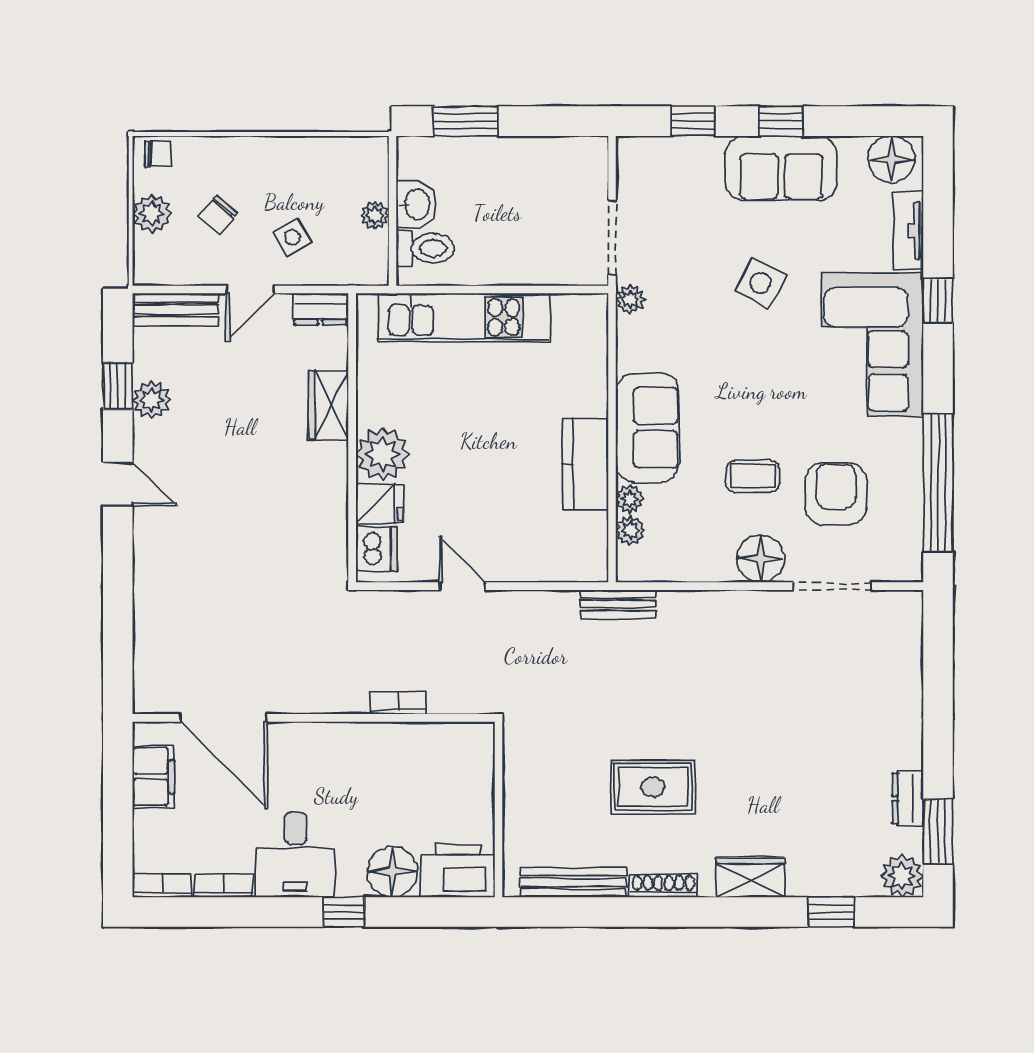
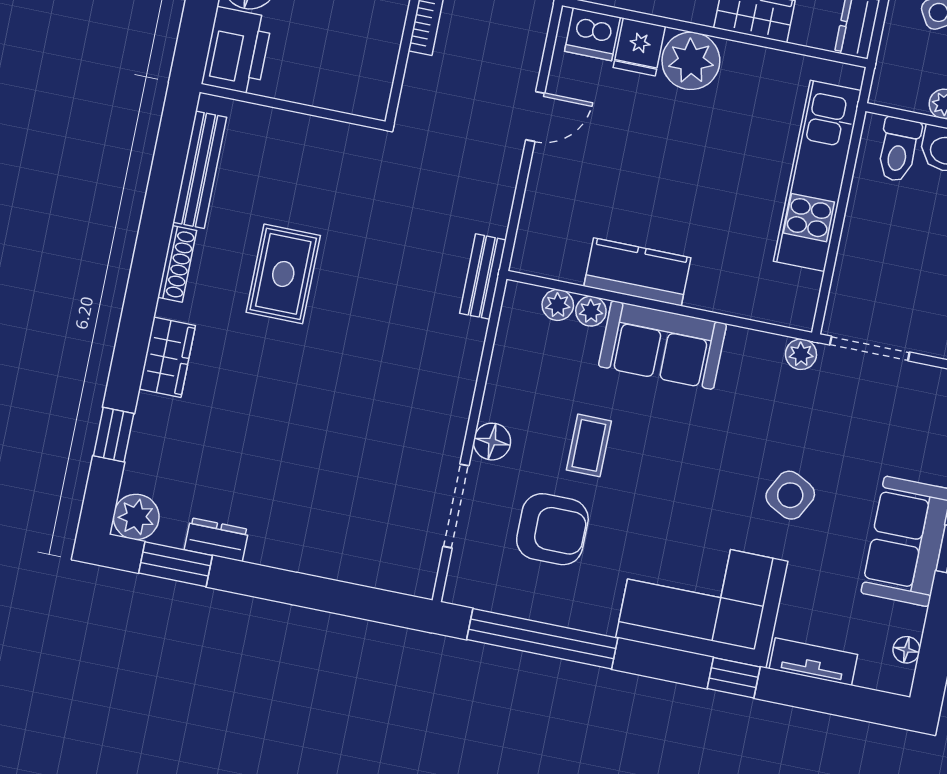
floor lamp: (891, 159) -> (906, 650), width x0.53, depth x0.53
floor lamp: (761, 559) -> (492, 442), width x0.73, depth x0.73

